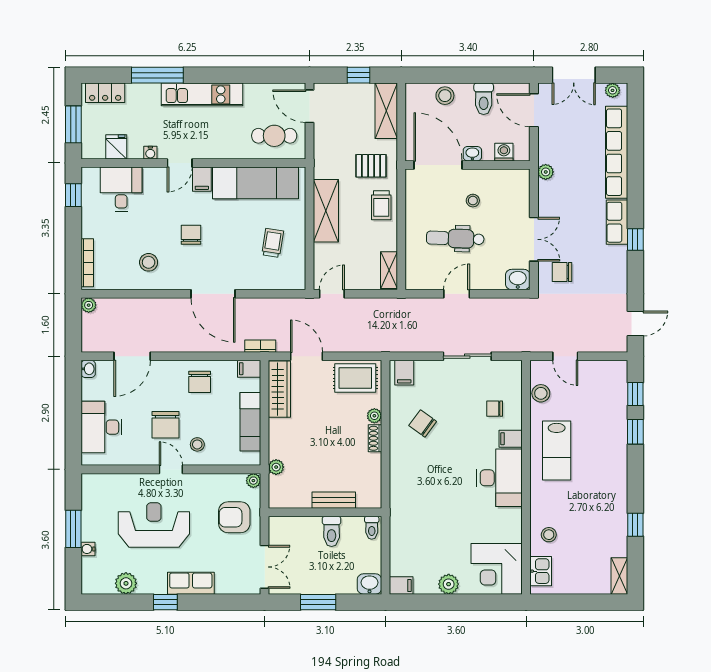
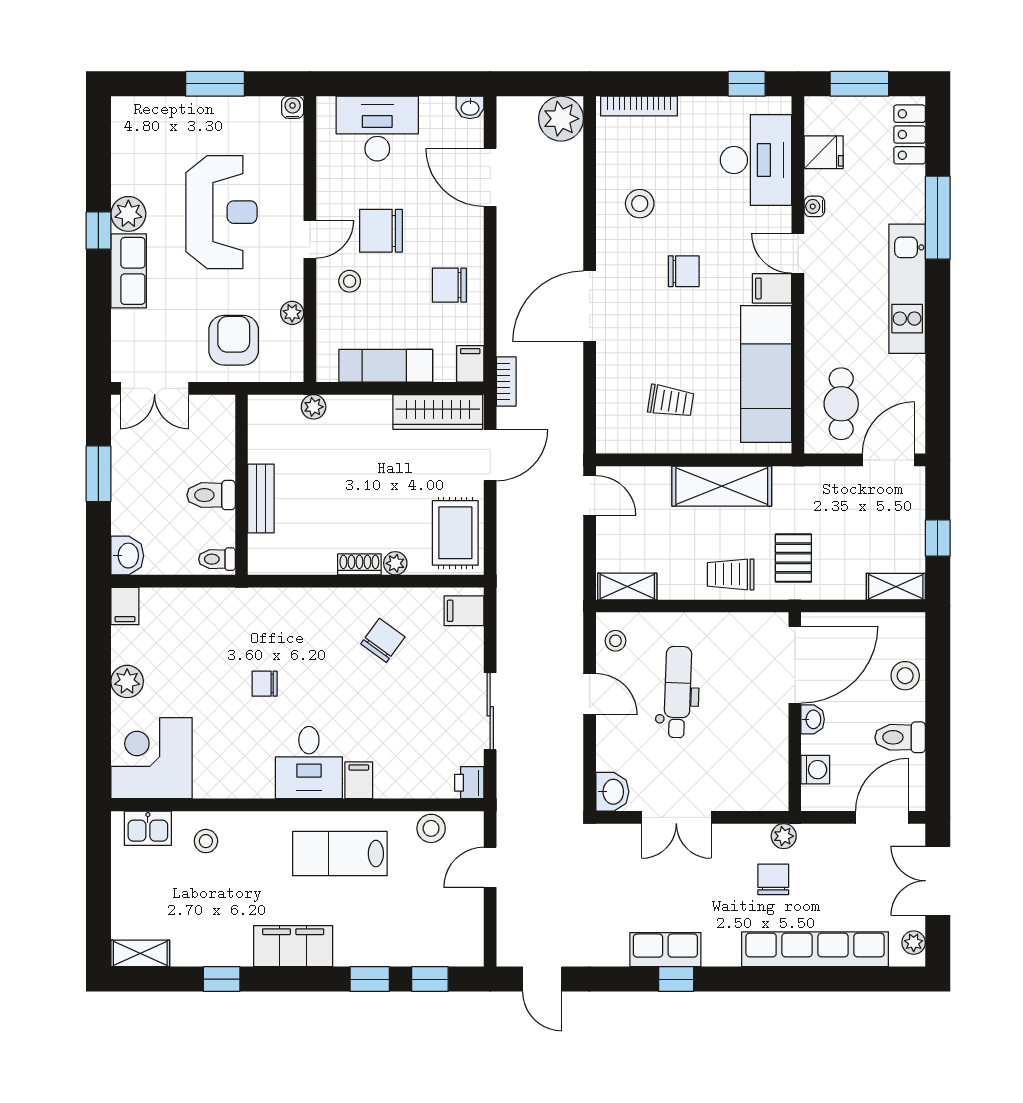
shelving: (386, 111) -> (896, 587), width x0.67, depth x0.75
desk: (121, 189) -> (756, 160), width x1.37
stool: (473, 201) -> (615, 641), moved
row of seats: (617, 222) -> (665, 950), moved
chair: (562, 272) -> (773, 879), moved
plant: (89, 305) -> (561, 119), width x1.88, depth x1.88
printer: (512, 369) -> (469, 783), added
chair: (495, 409) -> (265, 684), moved, turned -90
desk: (499, 478) -> (309, 763), width x0.73
filing cabinet: (615, 480) -> (293, 946), added
plant: (253, 481) -> (292, 313), moved
water cooler: (88, 549) -> (293, 107), moved
plant: (126, 583) -> (128, 214), moved

